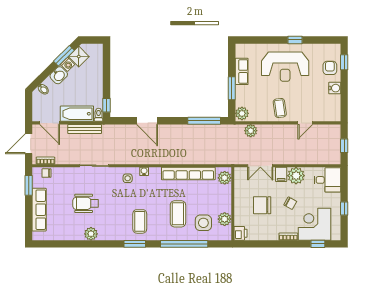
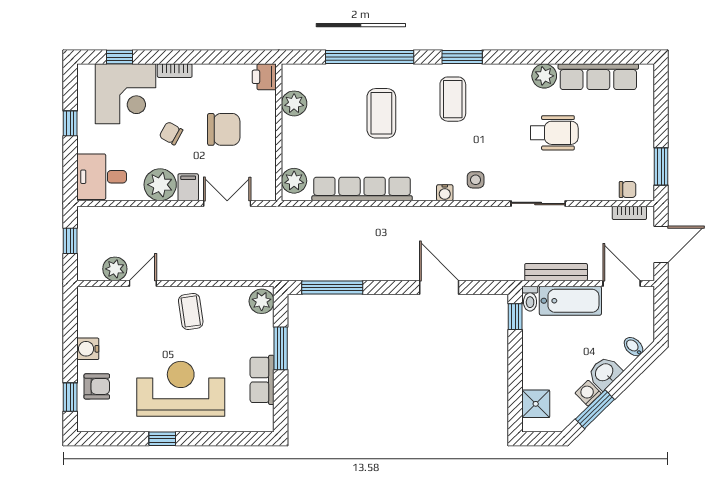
shower: (79, 57) -> (536, 404), moved, turned 45
armchair: (330, 68) -> (97, 386), turned -90
plant: (251, 131) -> (115, 269), moved
row of seats: (39, 210) -> (598, 77), moved, turned -90
side table: (203, 223) -> (334, 96), removed

